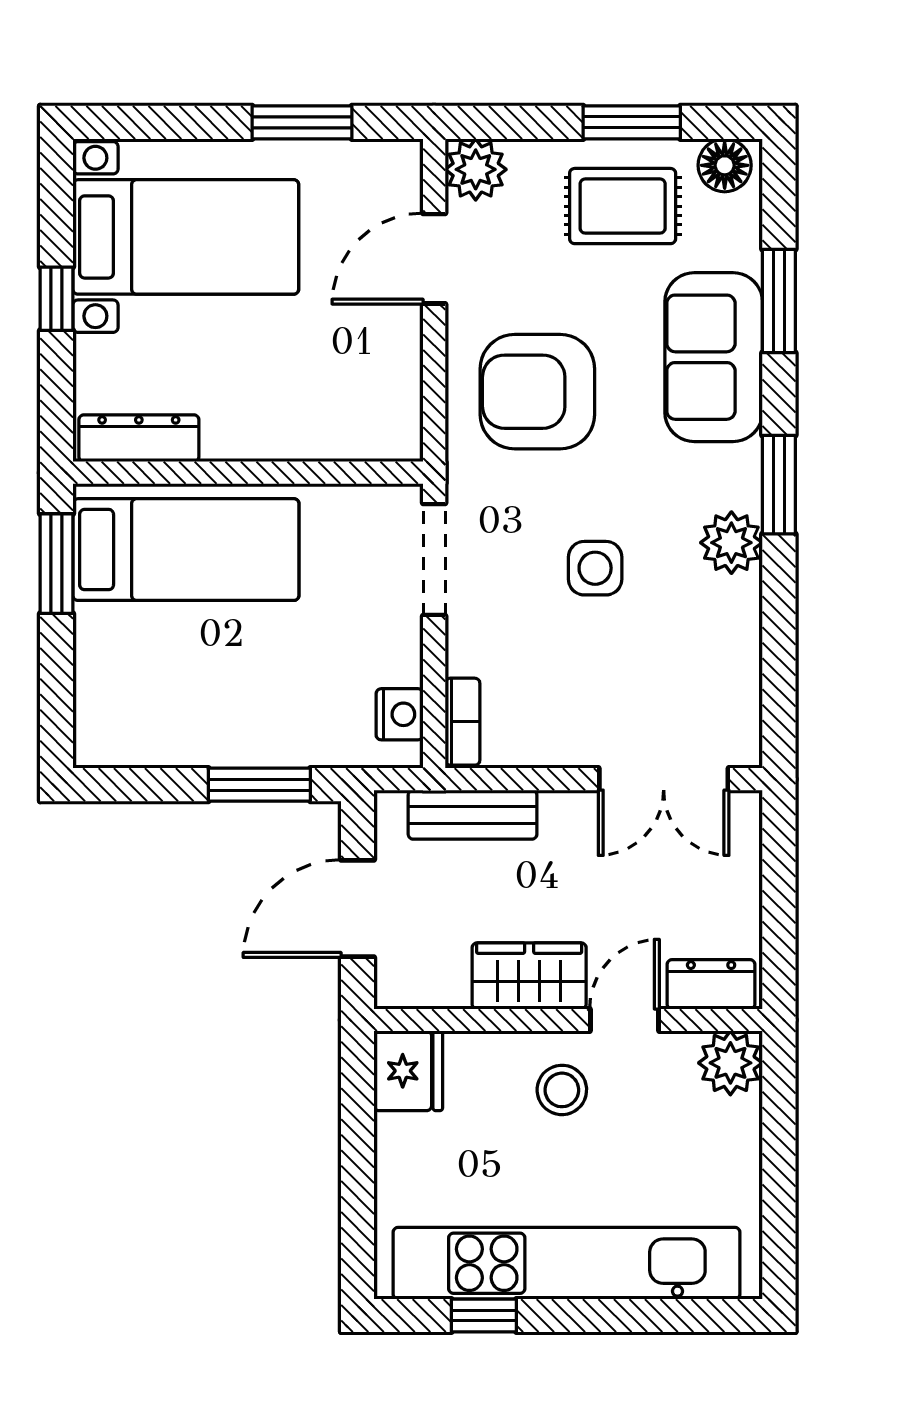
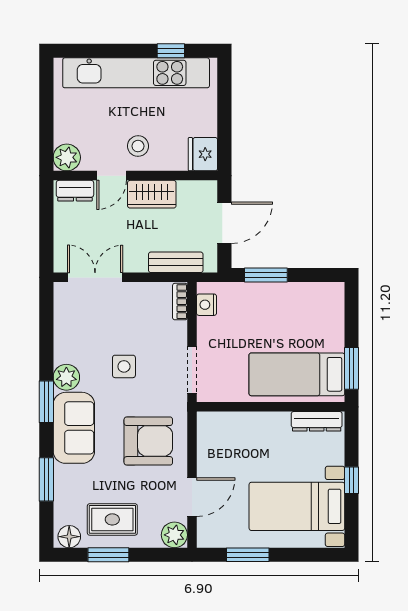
sofa: (714, 357) -> (74, 428), moved

